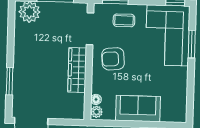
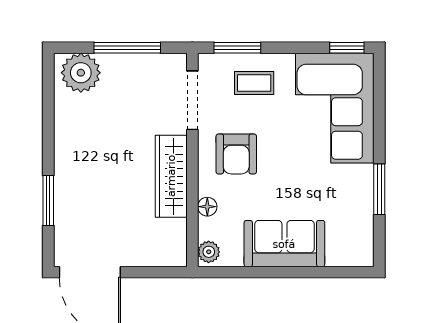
window: (192, 44) -> (379, 189), moved
armchair: (113, 59) -> (236, 154), turned -85
floor lamp: (96, 99) -> (207, 207), moved

